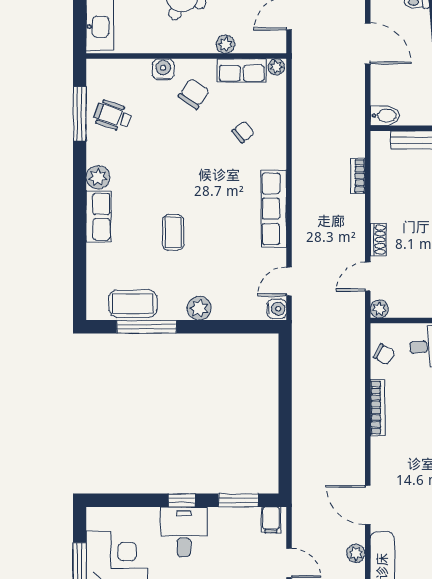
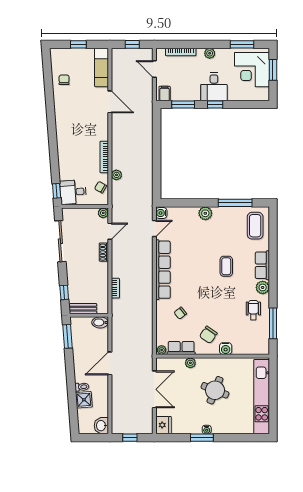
door: (368, 43) -> (110, 363), hinge flipped
wheelchair: (113, 116) -> (253, 310), moved, turned -109
row of seats: (274, 209) -> (163, 270), width x1.36
coffee table: (173, 232) -> (226, 266), moved
coffee table: (133, 304) -> (255, 226), moved, turned 90
plant: (356, 553) -> (116, 175), moved

